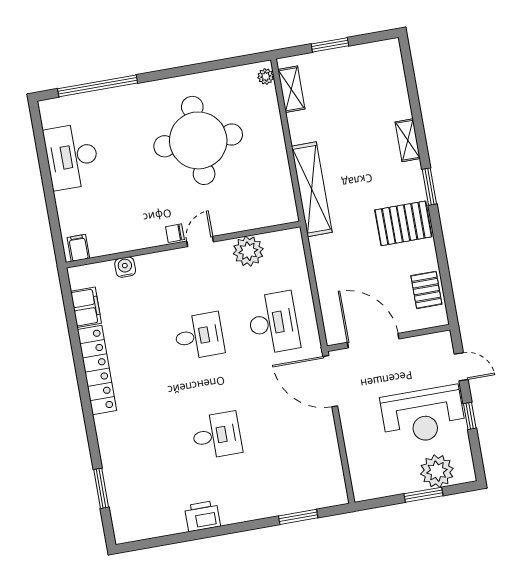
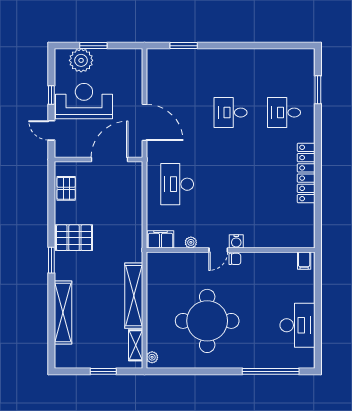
shelving: (408, 140) -> (63, 312), width x2.20, depth x1.33
shelving: (312, 189) -> (134, 296), moved
plant: (248, 251) -> (191, 242), width x0.53, depth x0.53
water cooler: (125, 267) -> (236, 241), moved
filing cabinet: (86, 307) -> (160, 239), moved, turned 90
desk: (199, 336) -> (284, 113), moved
door: (373, 341) -> (110, 159), swing flipped
door: (330, 381) -> (144, 122), moved
printer: (202, 516) -> (250, 58), removed

